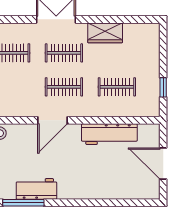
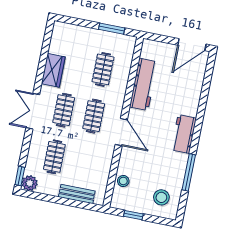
window: (163, 87) -> (112, 29), width x1.50
door: (163, 164) -> (192, 45), moved
workbench: (36, 189) -> (184, 134), moved

